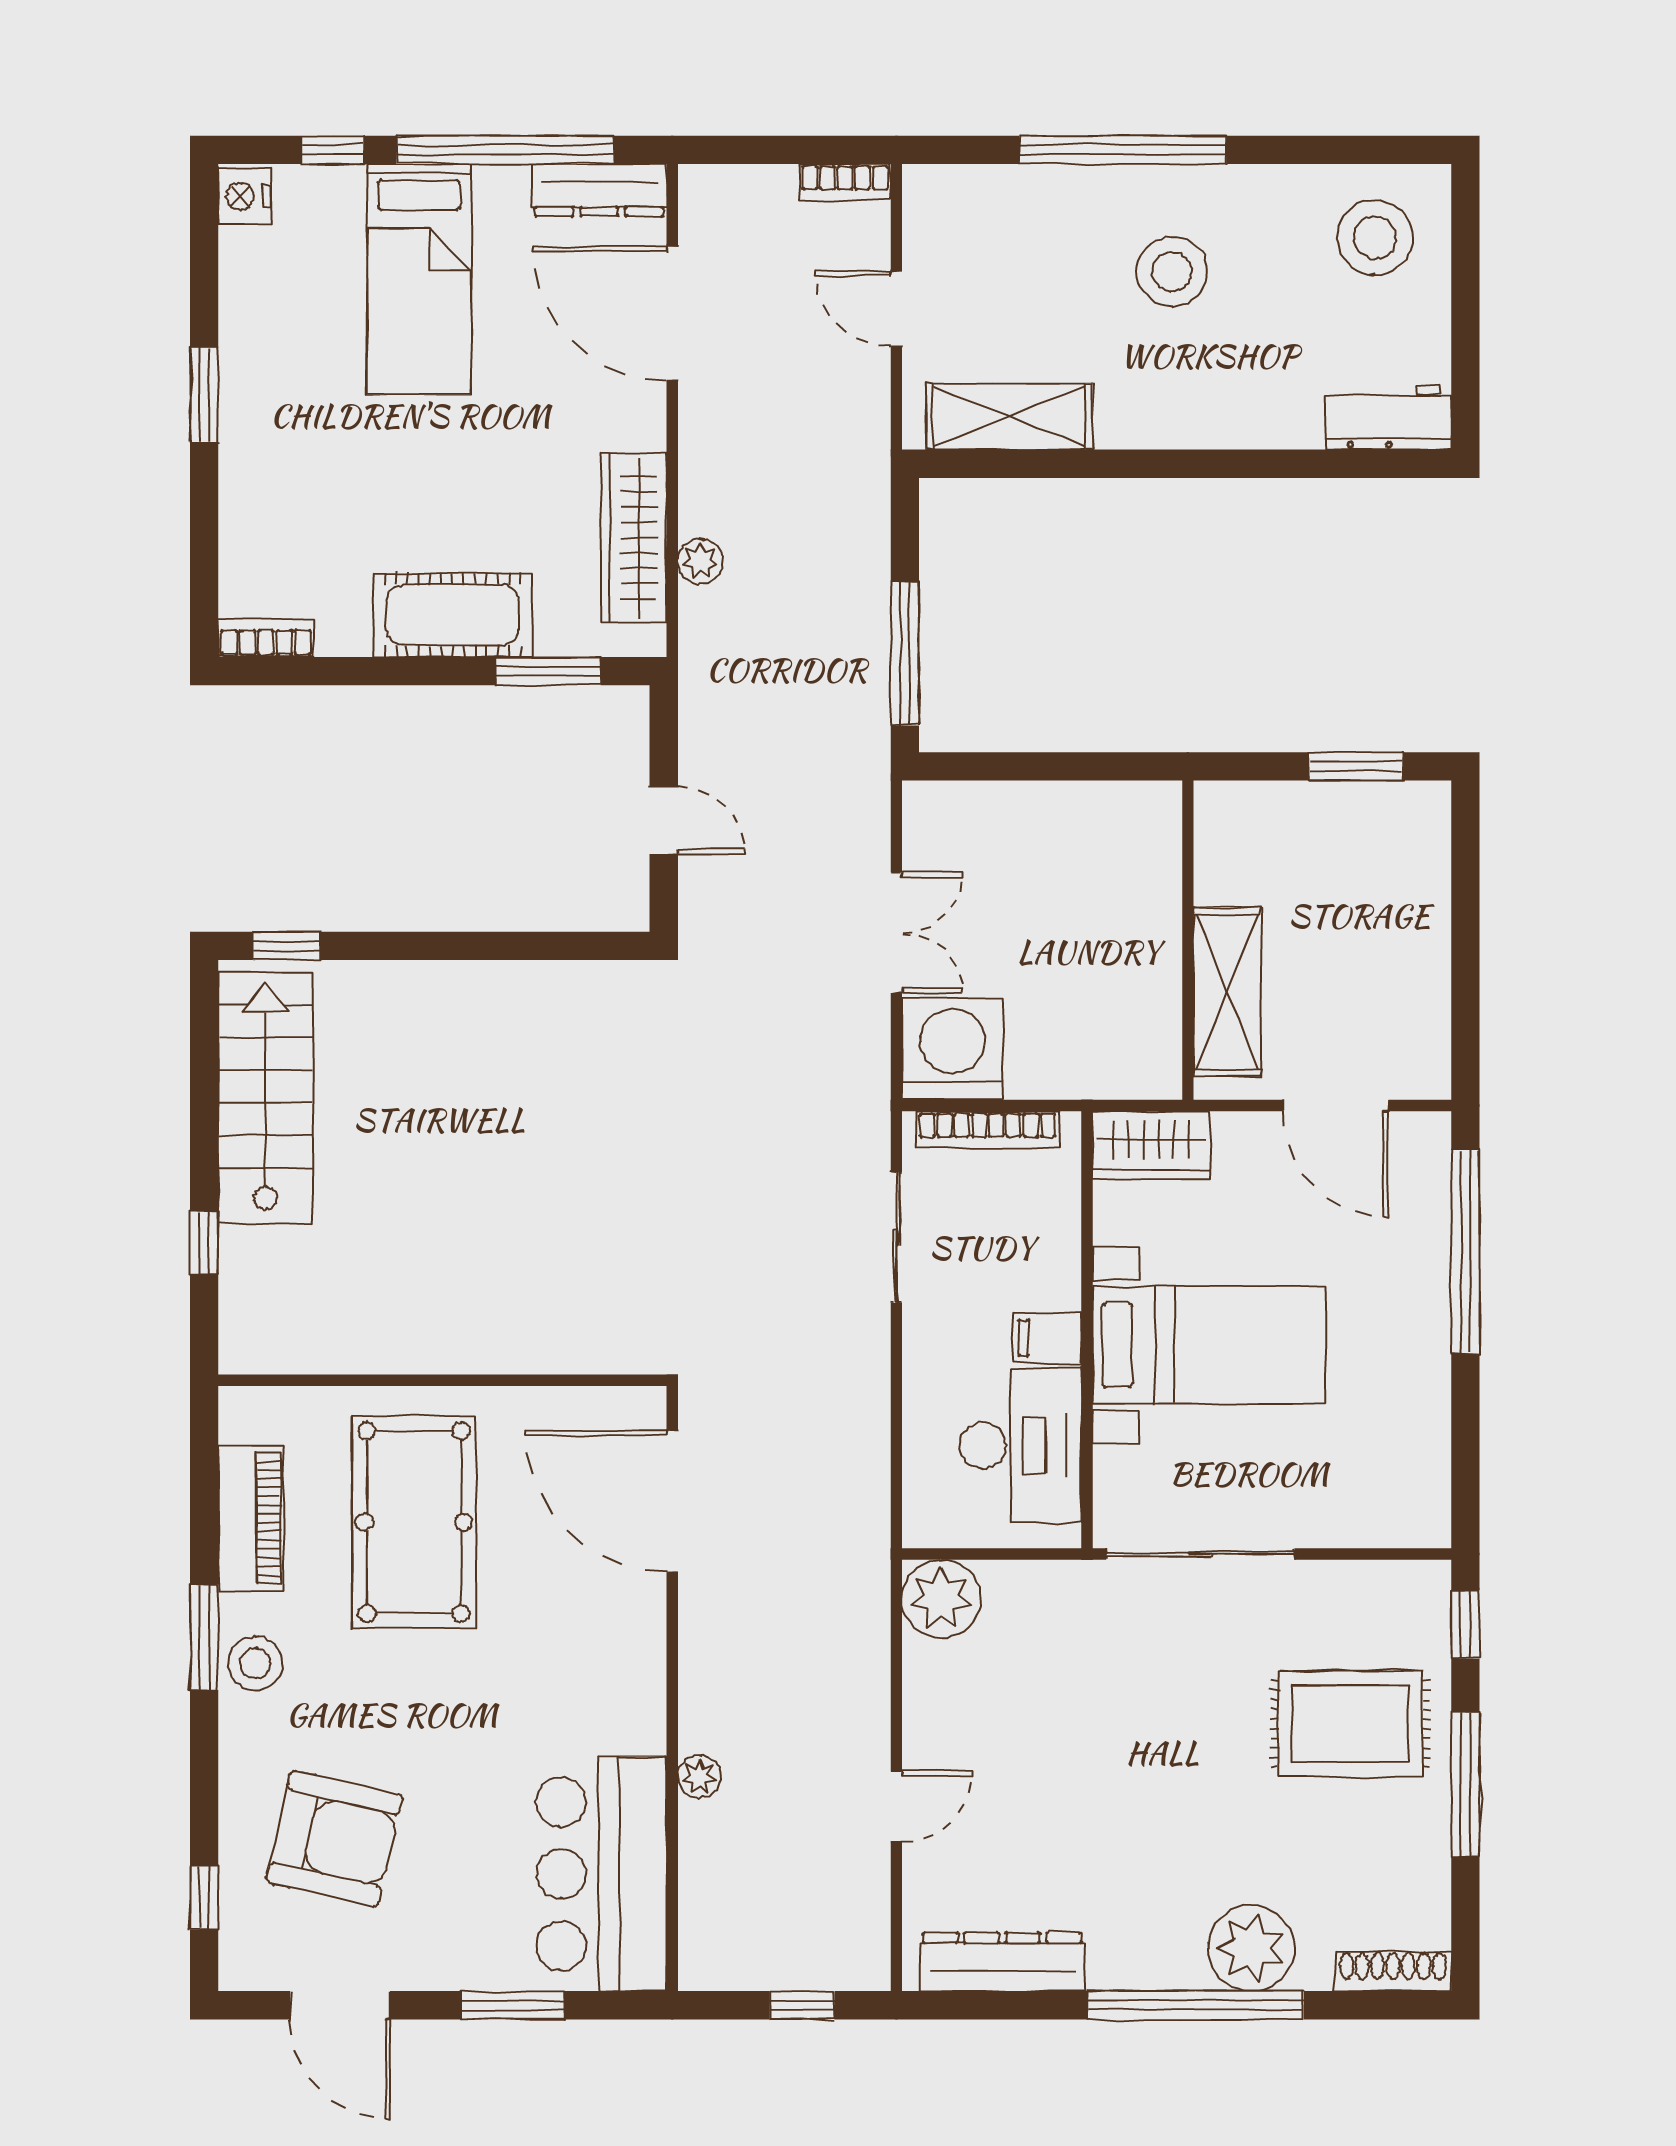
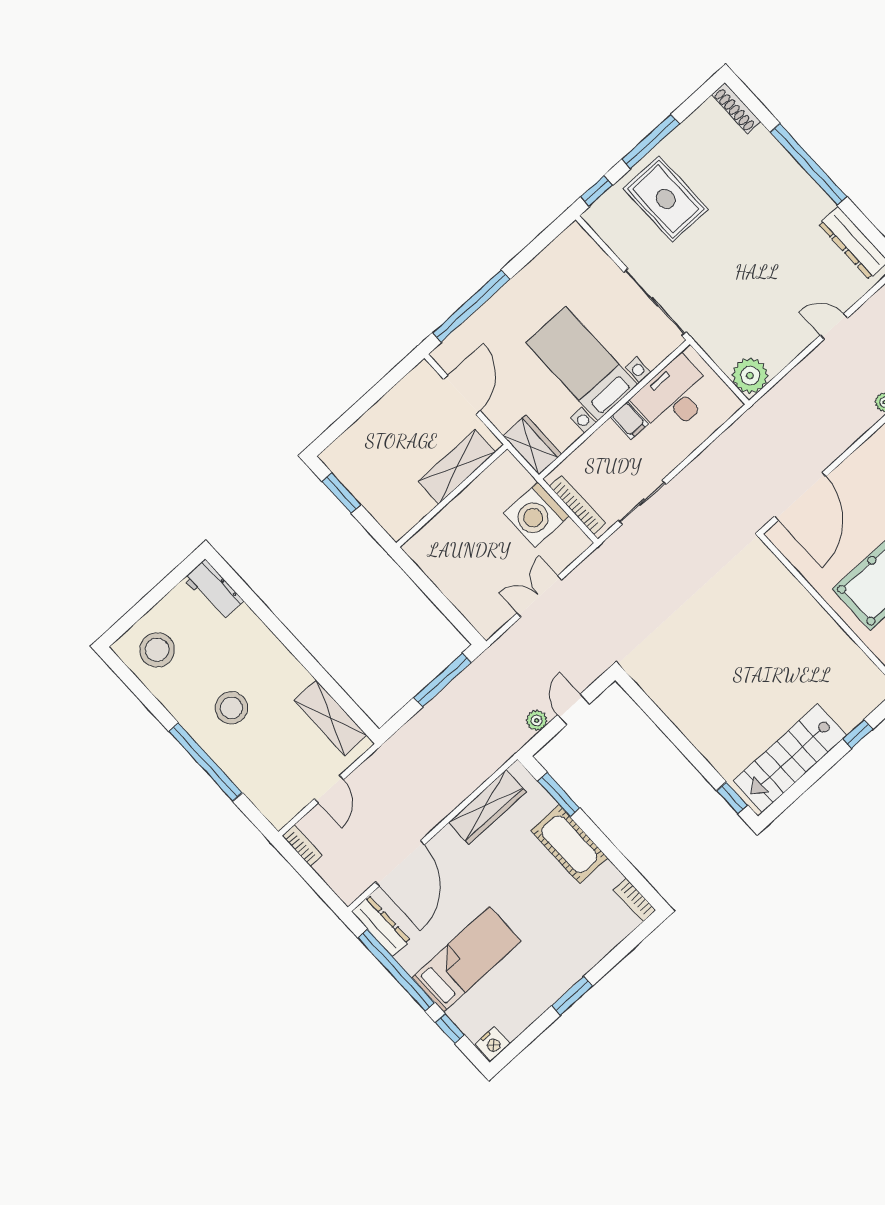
plant: (700, 561) -> (537, 720), moved
washing machine: (953, 1049) -> (537, 515), moved
plant: (1251, 1948) -> (772, 163), removed

